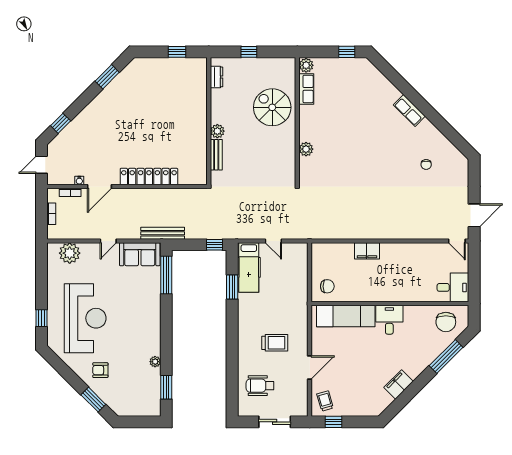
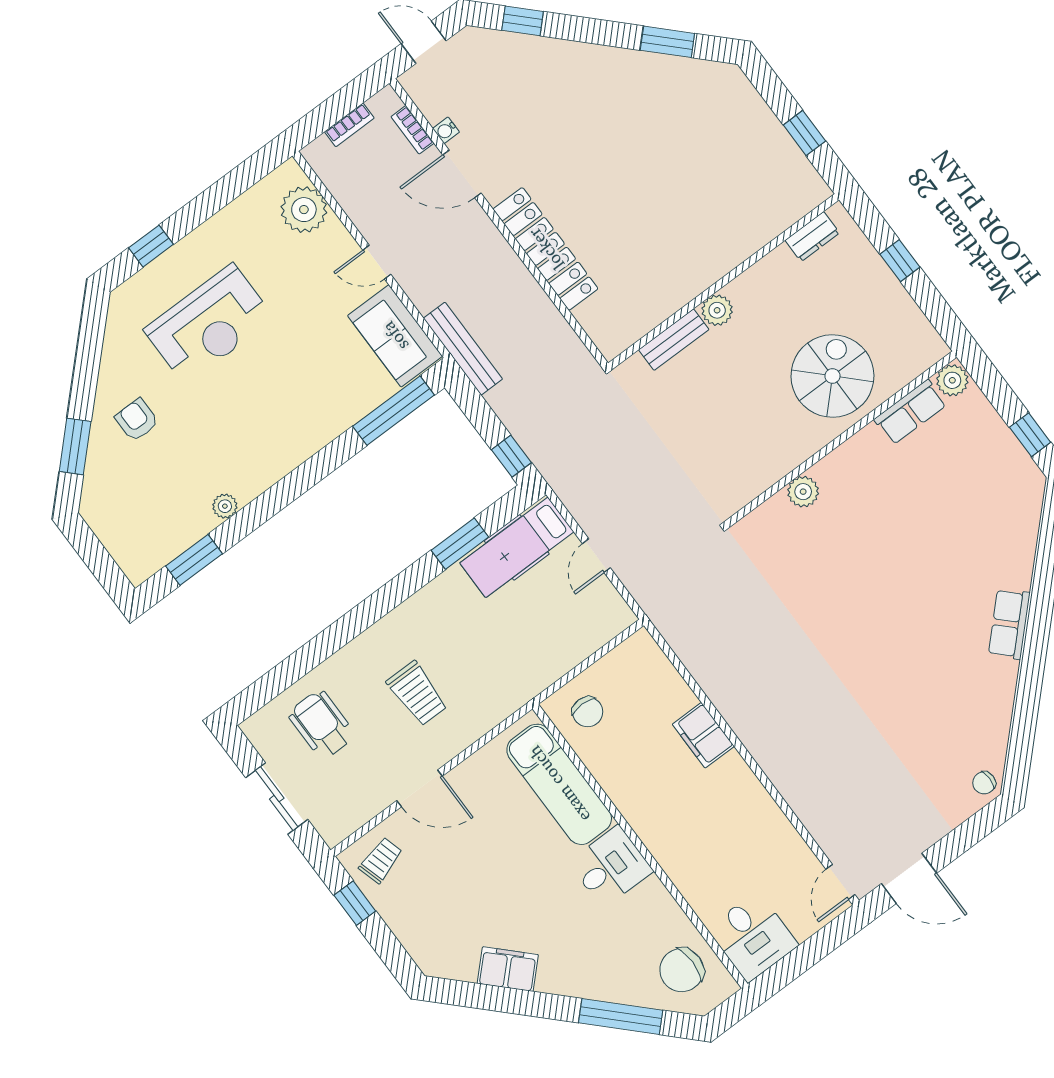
chair: (426, 164) -> (984, 783), moved
reception desk: (85, 318) -> (209, 324), width x0.74, depth x0.77

